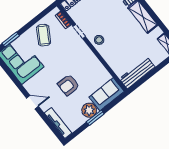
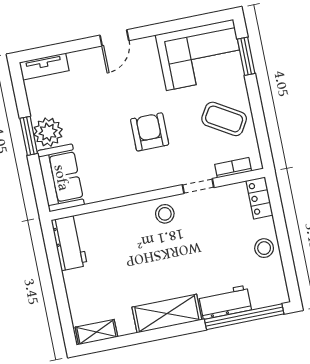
workbench: (137, 73) -> (69, 243), width x0.73
armchair: (68, 85) -> (150, 132), moved
tv unit: (58, 123) -> (44, 67), width x0.71

